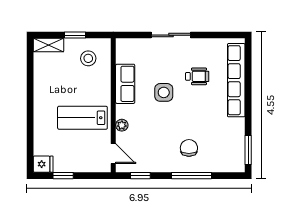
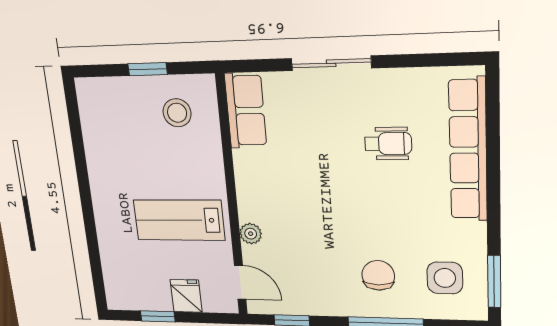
shelving: (49, 45) -> (102, 90), removed
row of seats: (125, 84) -> (246, 111), moved
side table: (164, 92) -> (445, 278), moved
fridge: (43, 164) -> (186, 296), moved, turned -90

